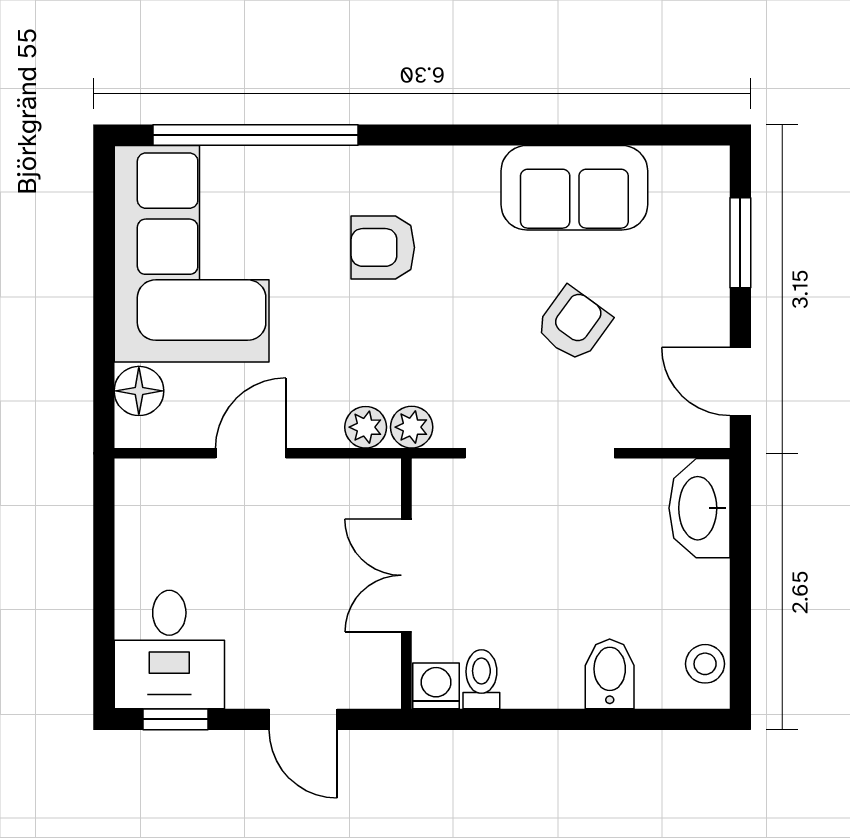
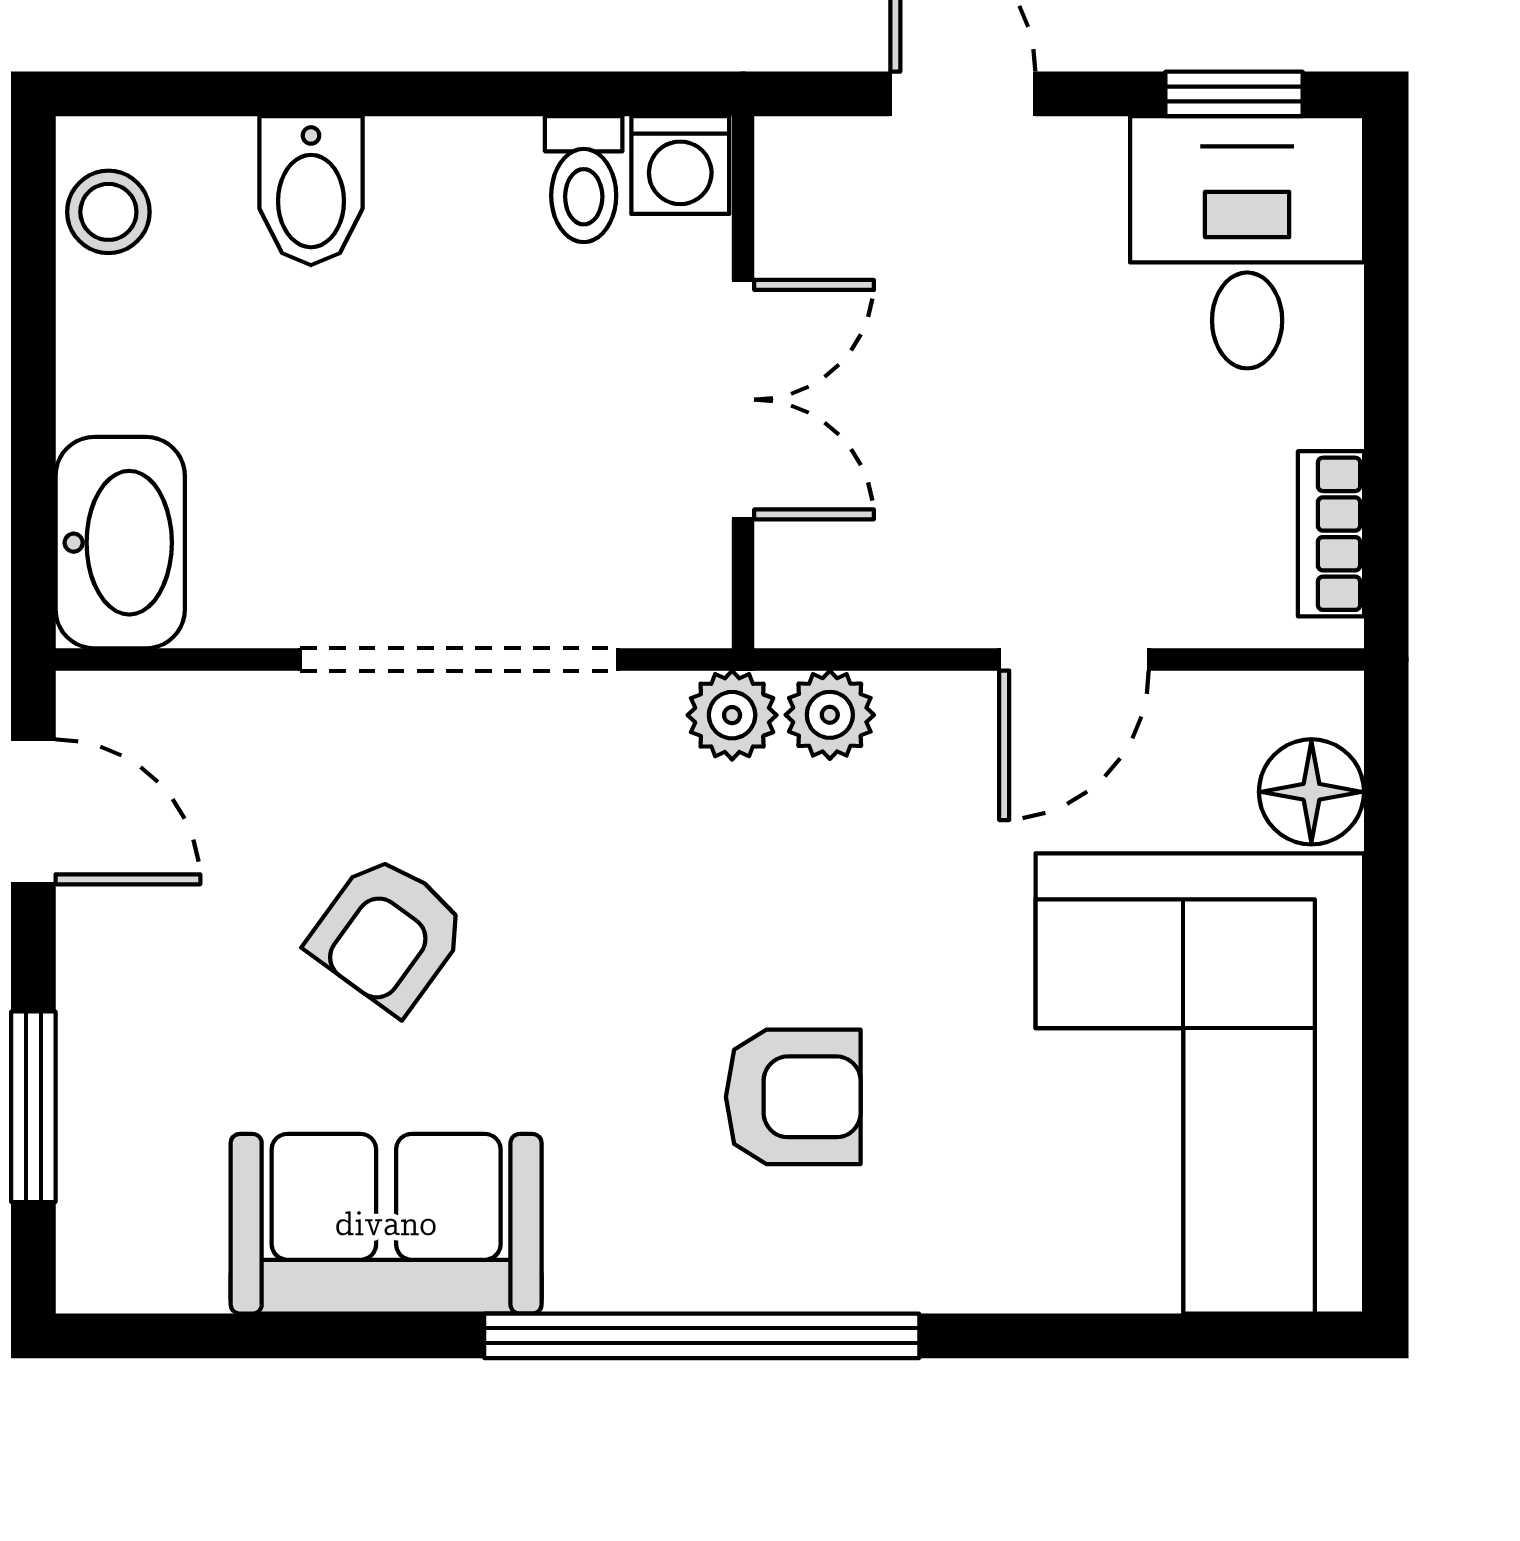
window: (256, 135) -> (702, 1336), moved
bookcase: (130, 512) -> (1331, 534), added

